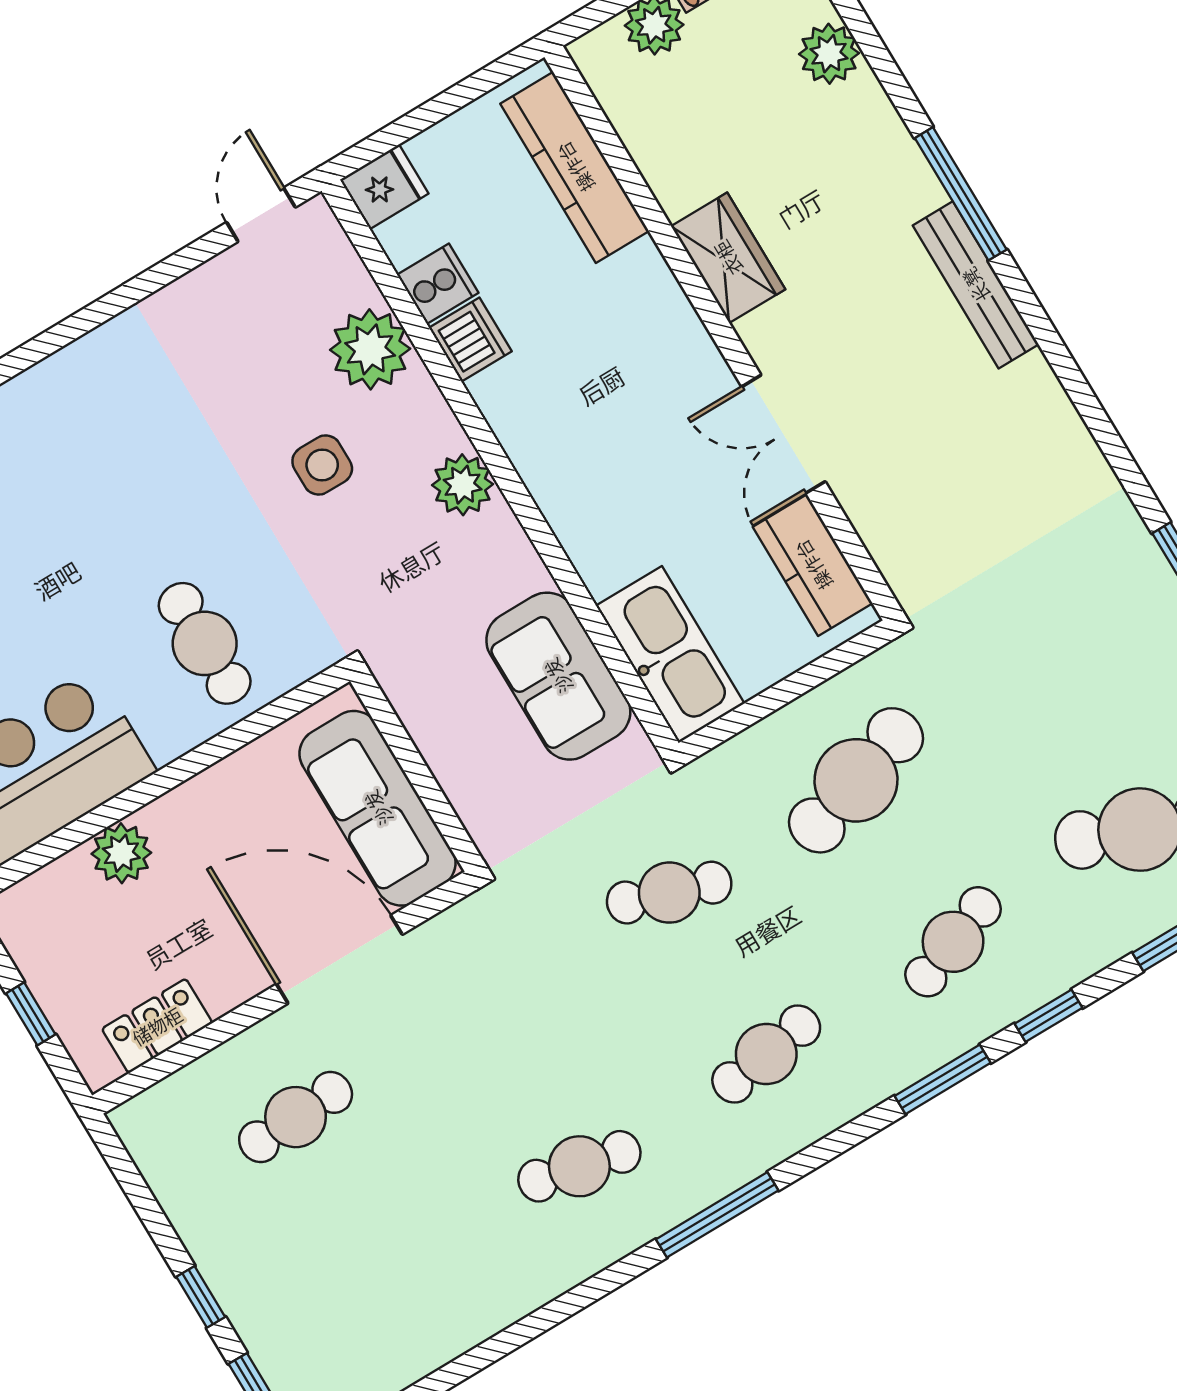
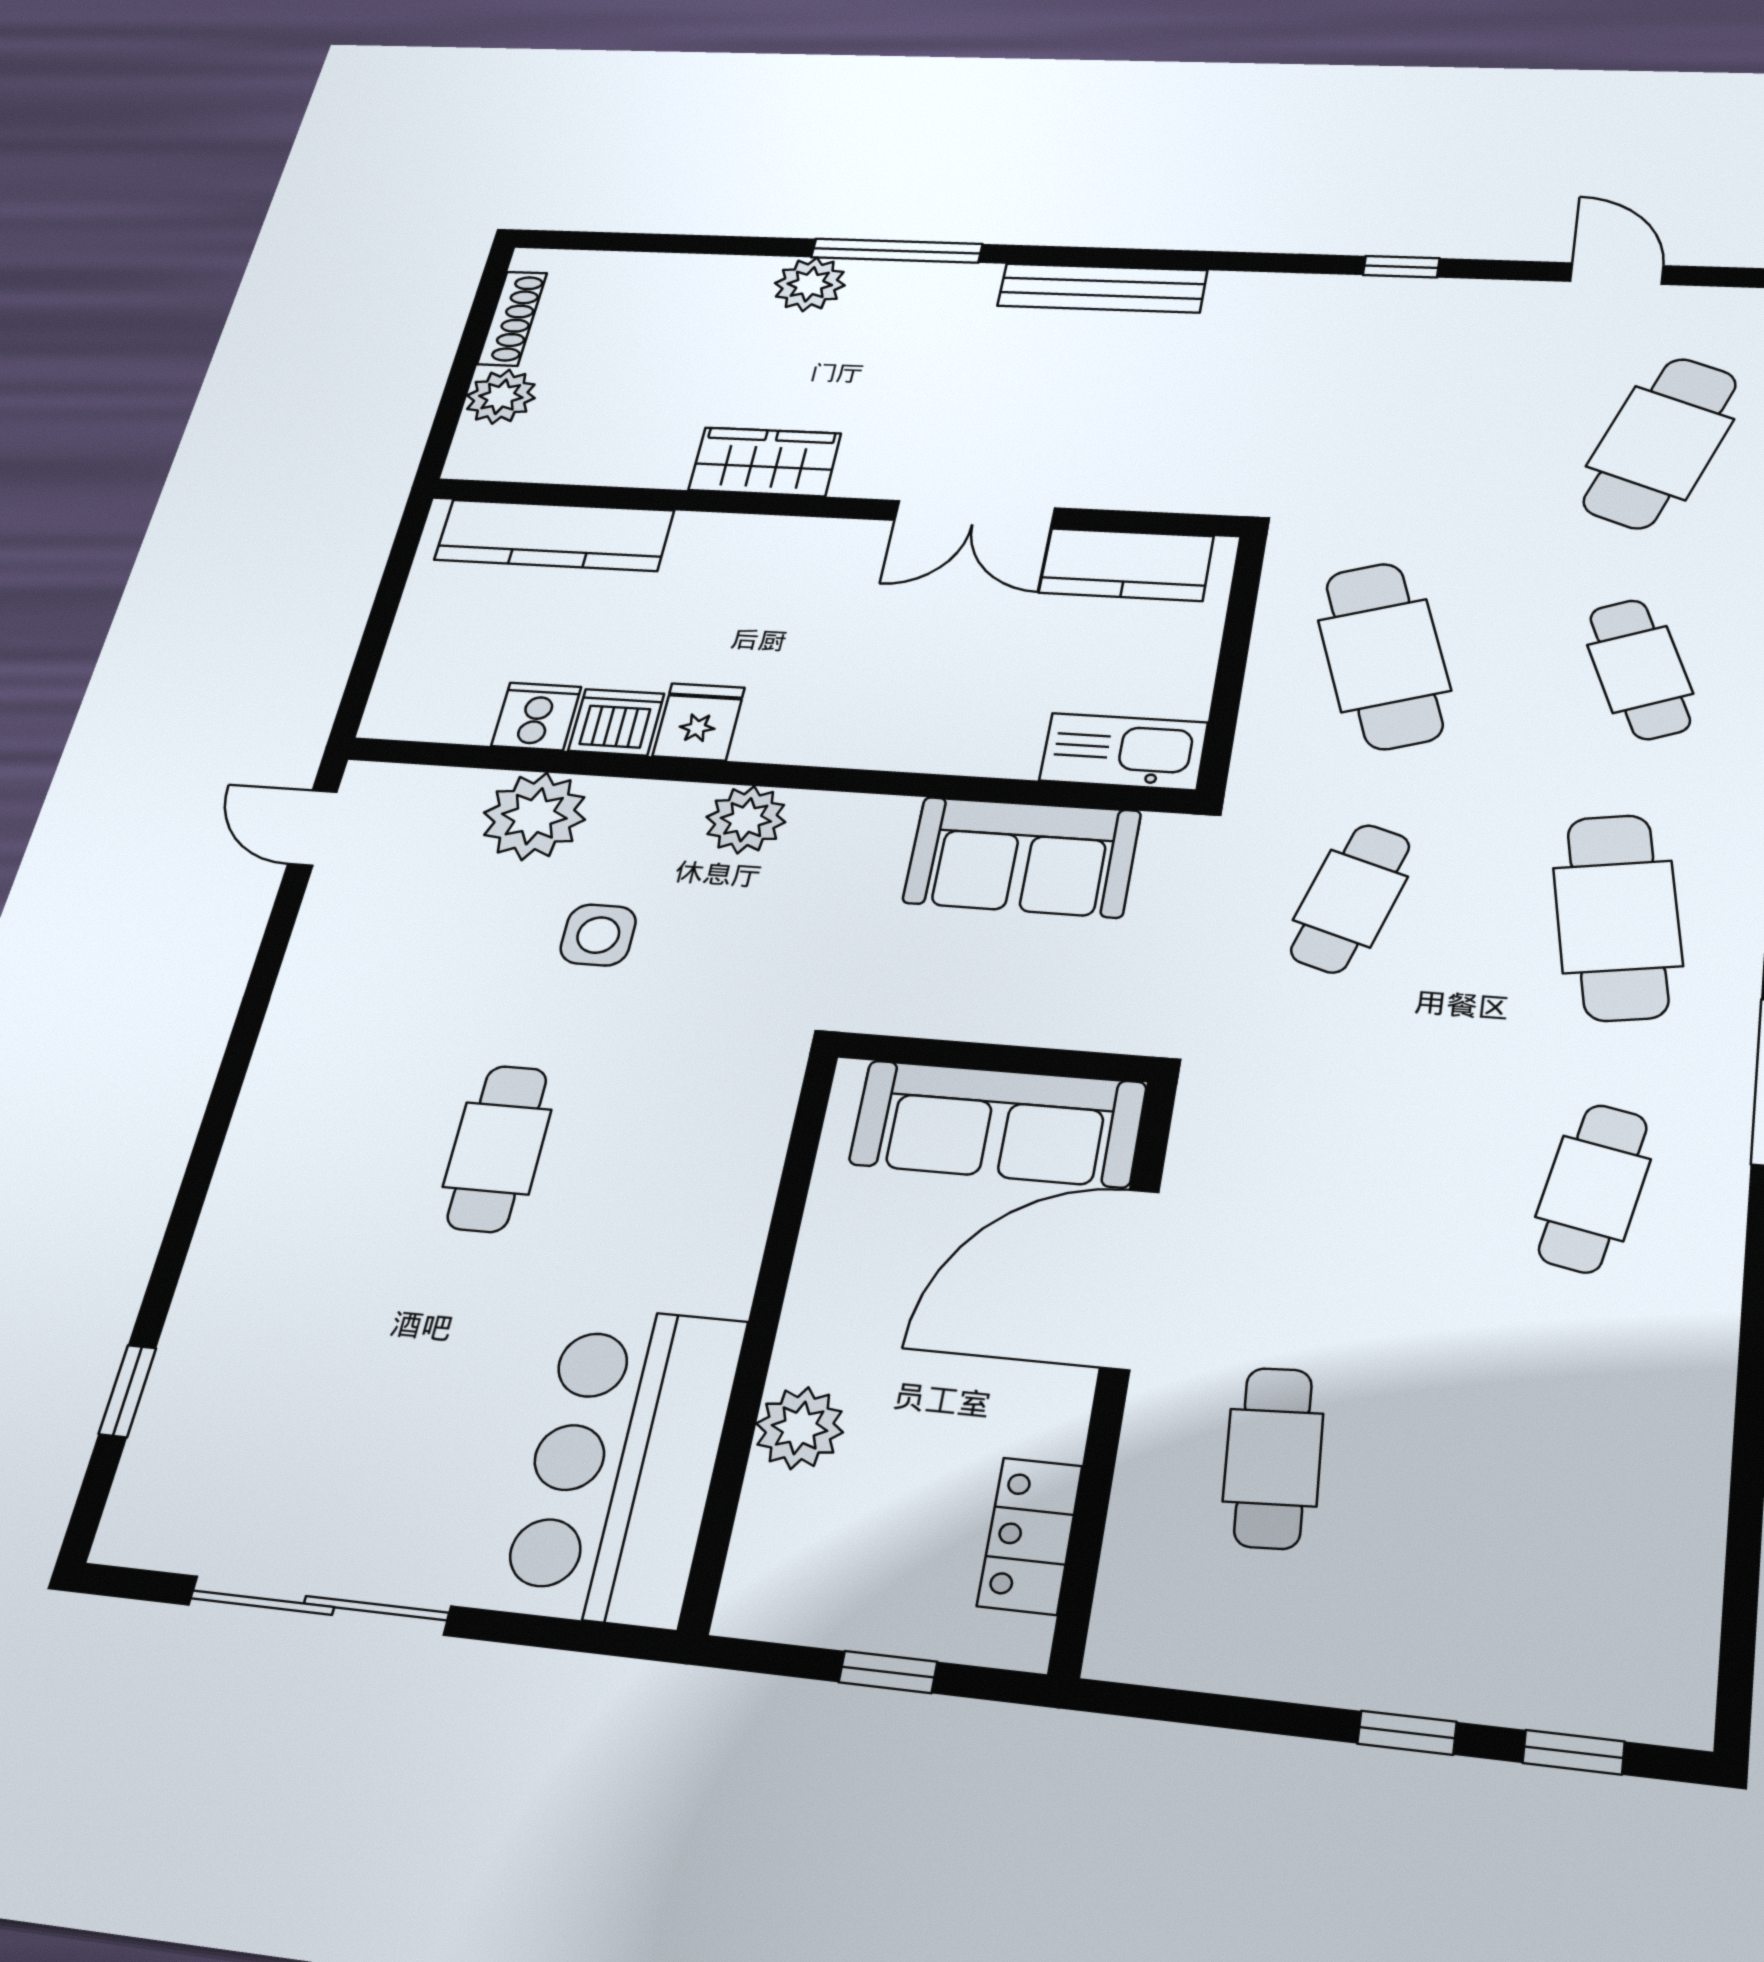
plant: (829, 54) -> (810, 284), moved
fridge: (384, 187) -> (699, 722), moved
bench: (976, 285) -> (1102, 288), moved
cafe table: (205, 643) -> (497, 1148), moved, turned 90
kitchen sink: (670, 655) -> (1124, 751), width x0.73, depth x0.81
cafe table: (766, 1054) -> (1618, 917), width x1.37, depth x1.35

